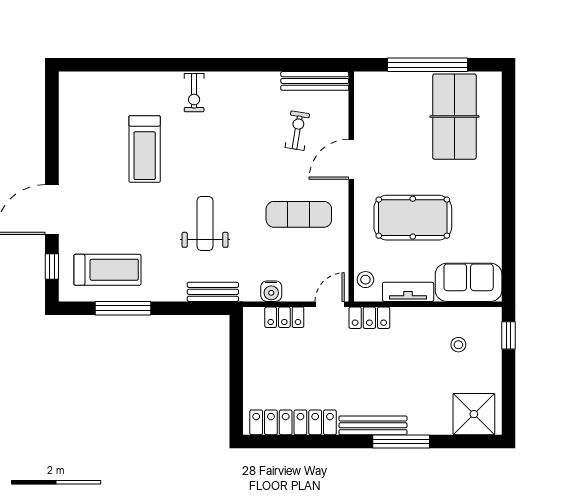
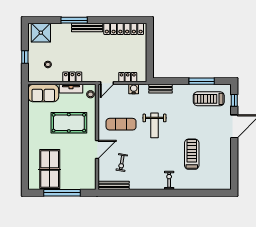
weight bench: (205, 224) -> (154, 125), moved
locker: (369, 318) -> (72, 77), moved
window: (509, 335) -> (25, 57), moved

